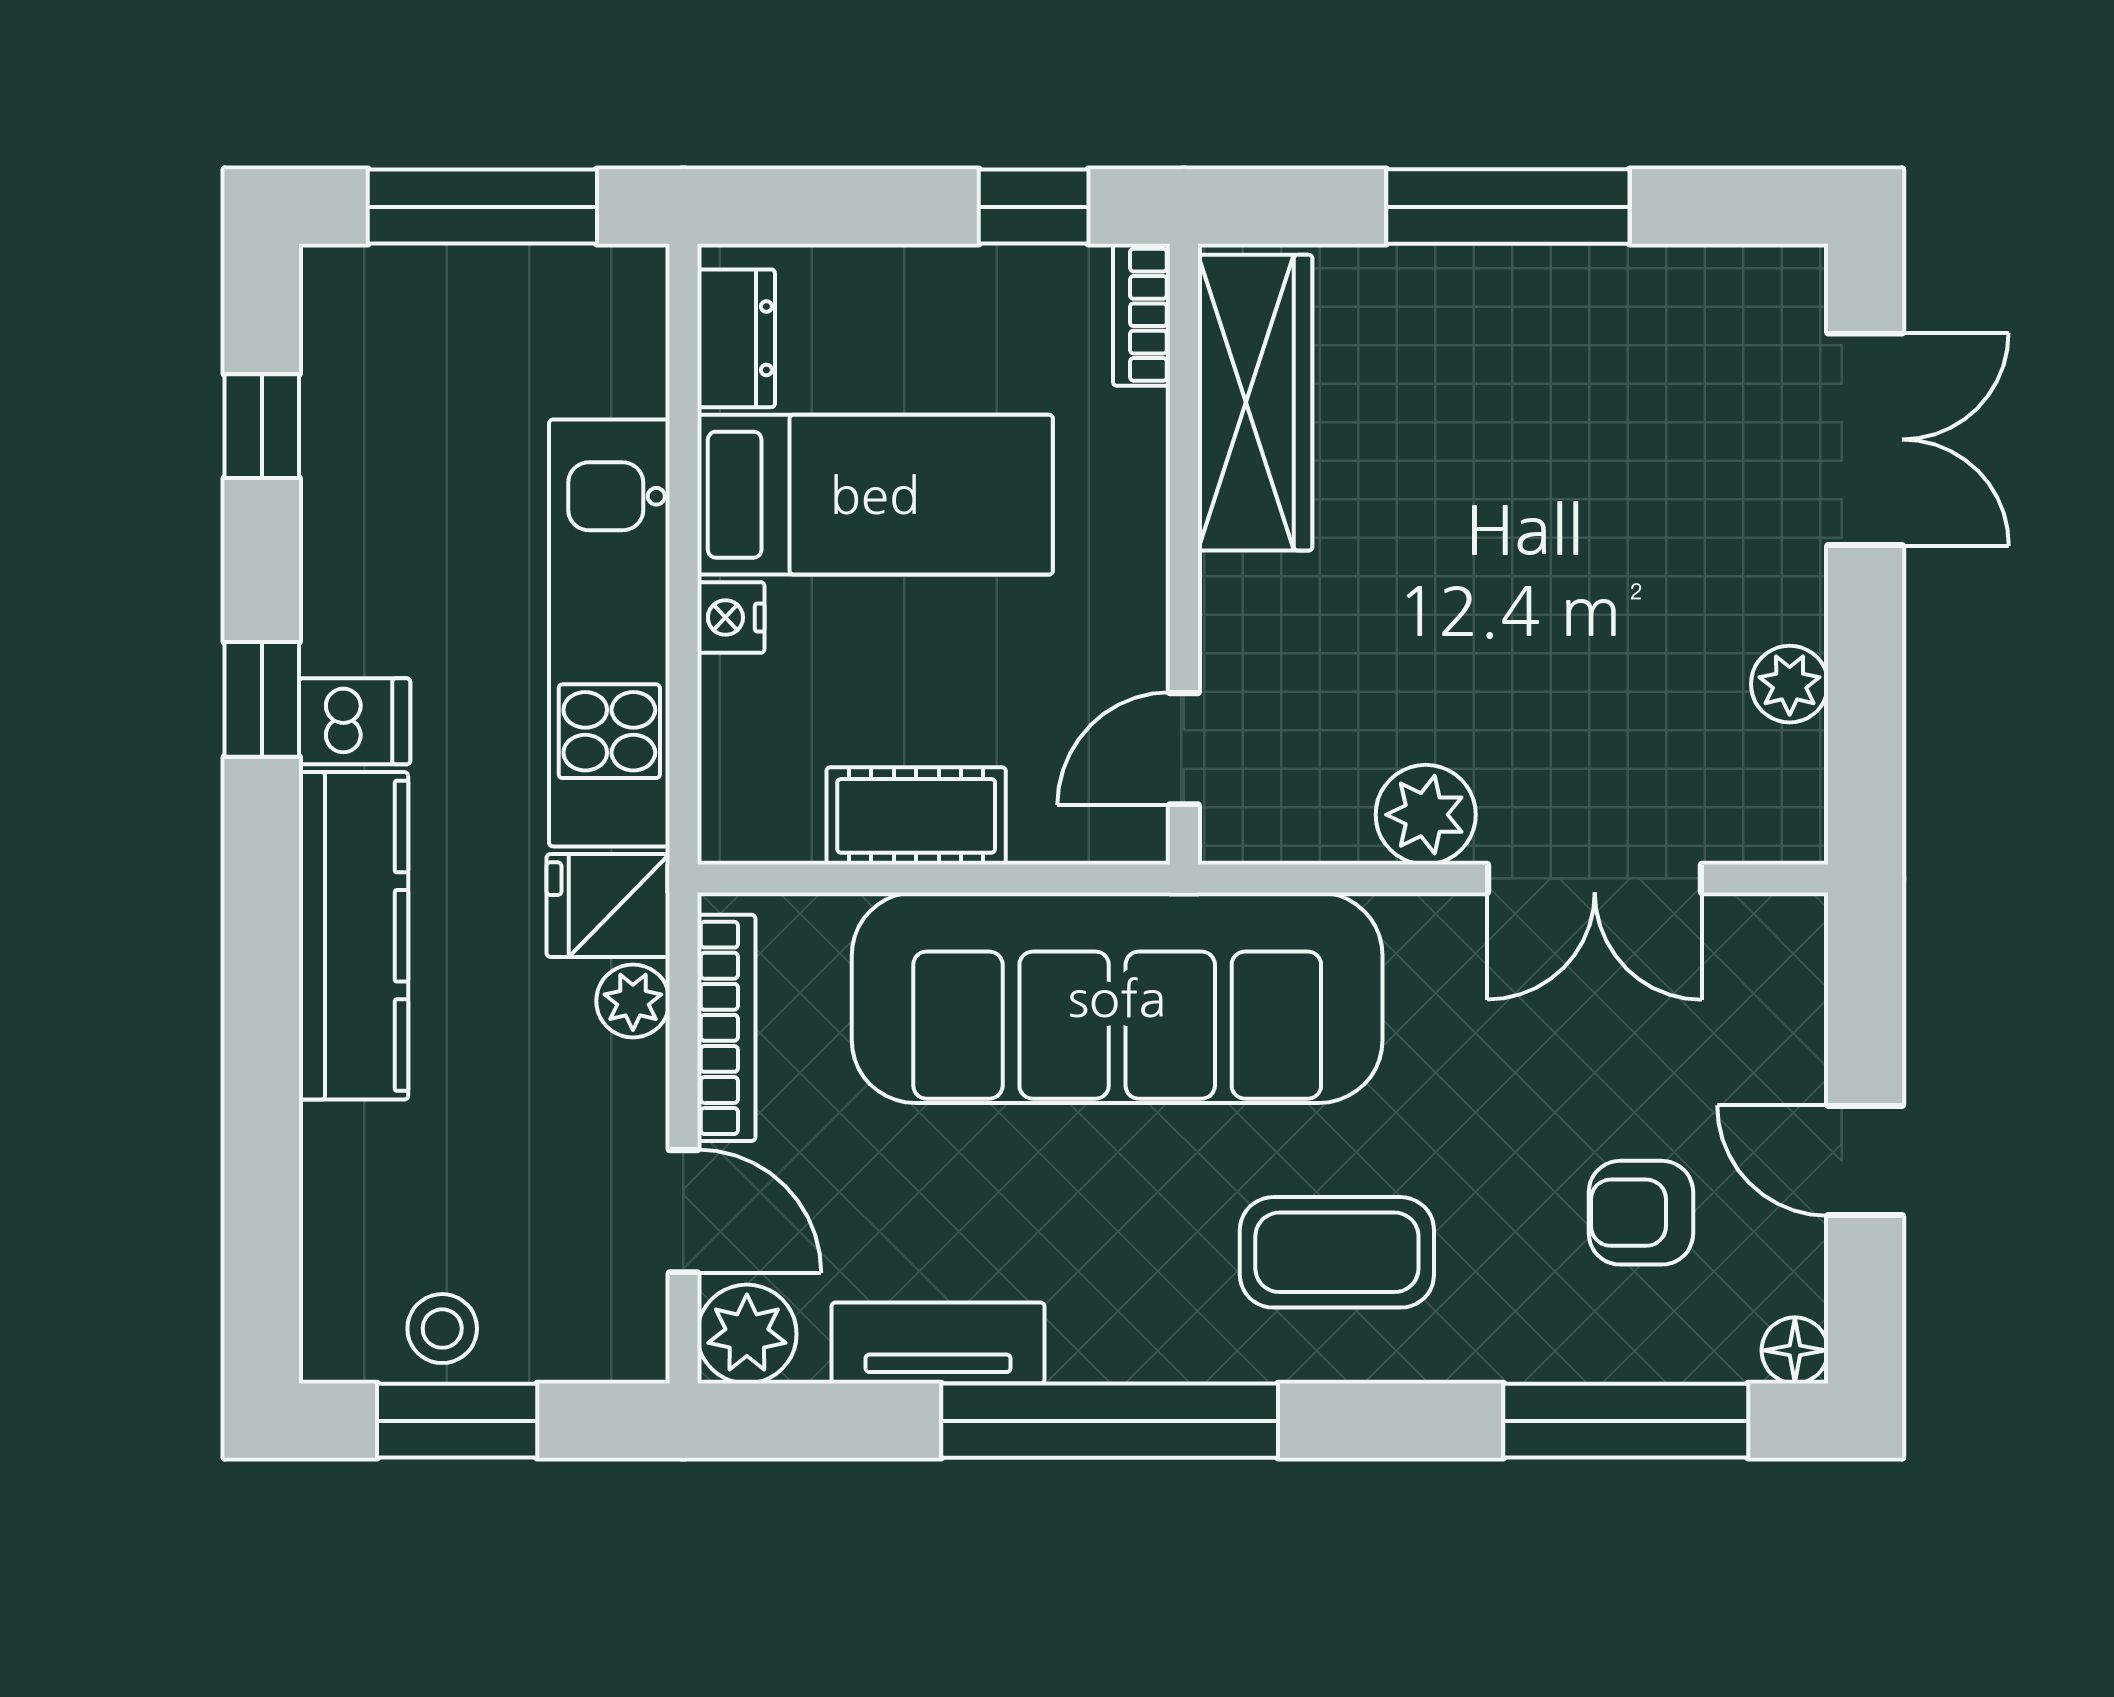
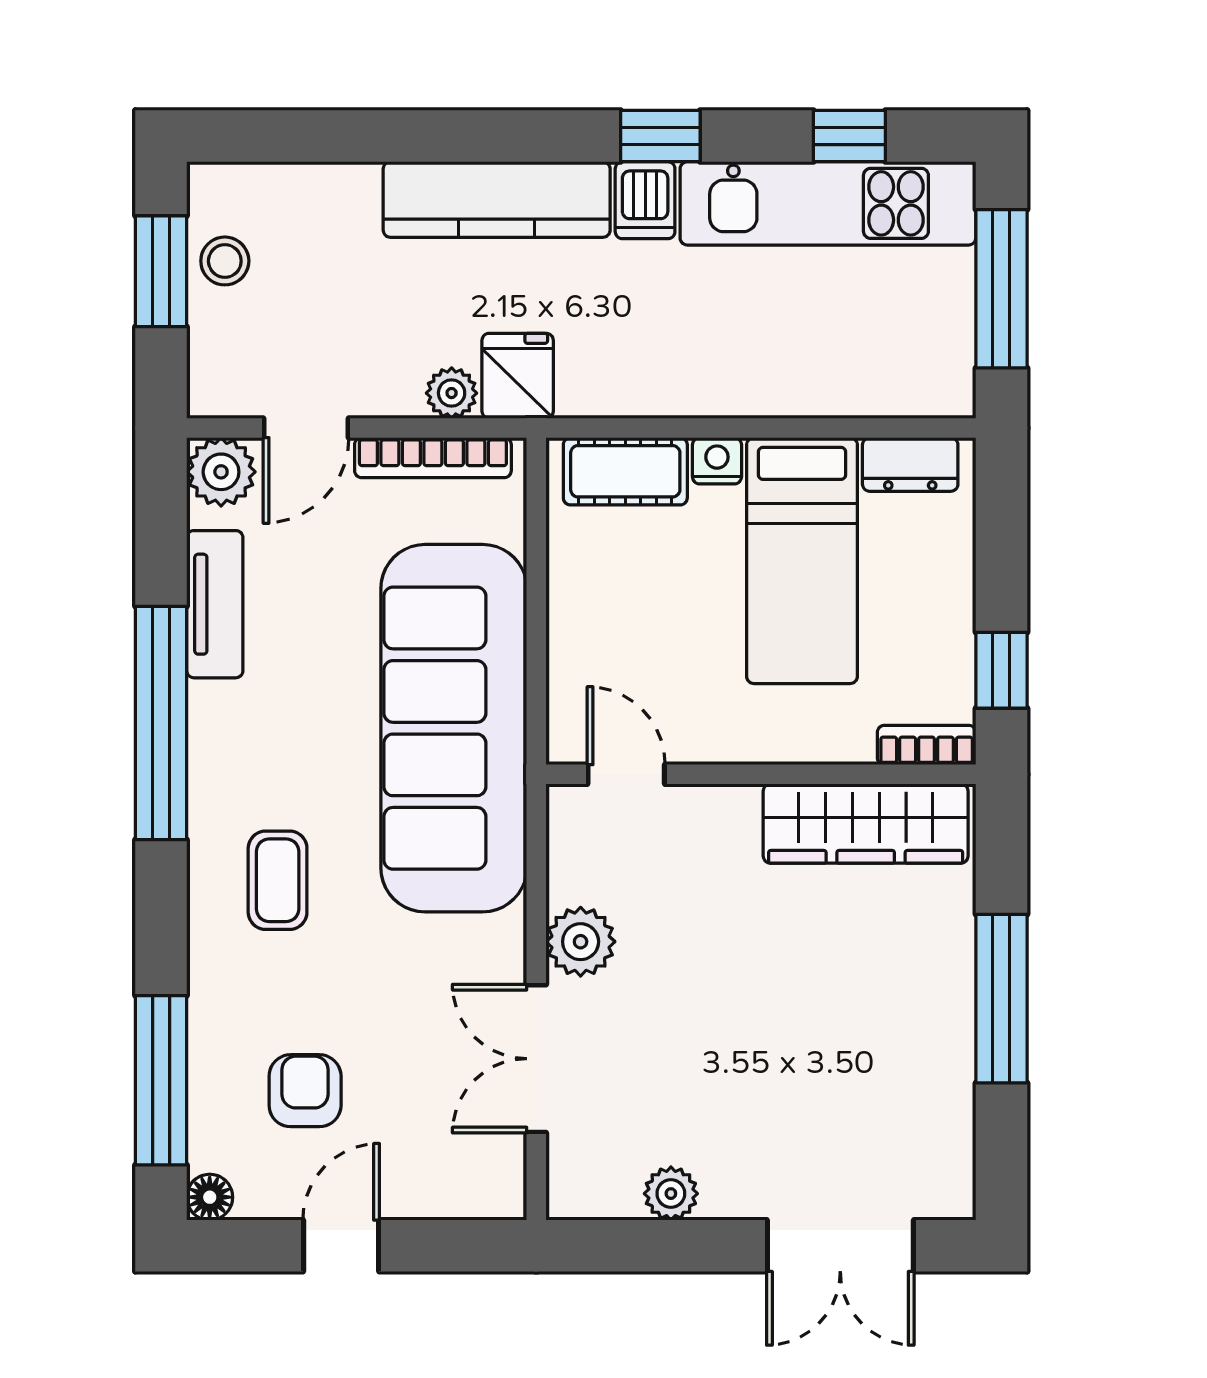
kitchen unit: (609, 633) -> (828, 203), moved, turned 180
cot: (916, 816) -> (625, 471), moved, turned 90
coffee table: (1337, 1252) -> (278, 880), width x0.73, depth x0.77

